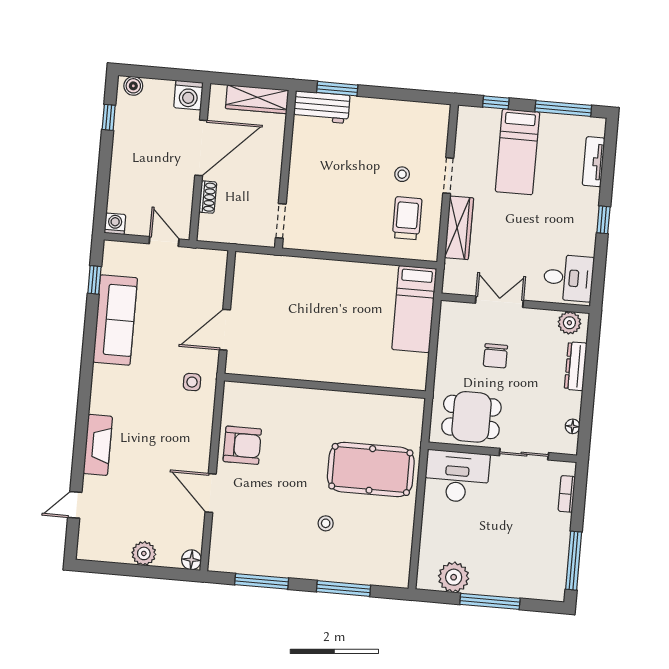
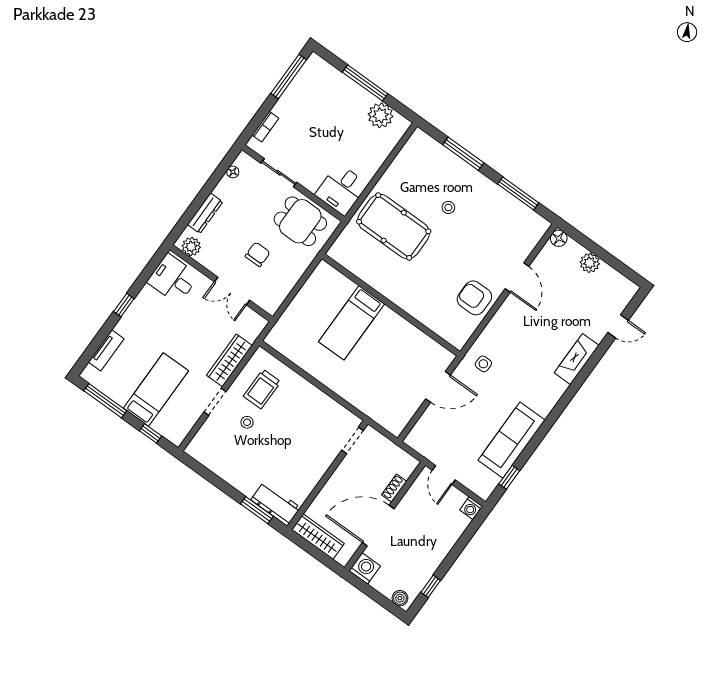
bed: (414, 309) -> (352, 323), moved, turned 180
desk: (457, 476) -> (341, 189), width x0.73

